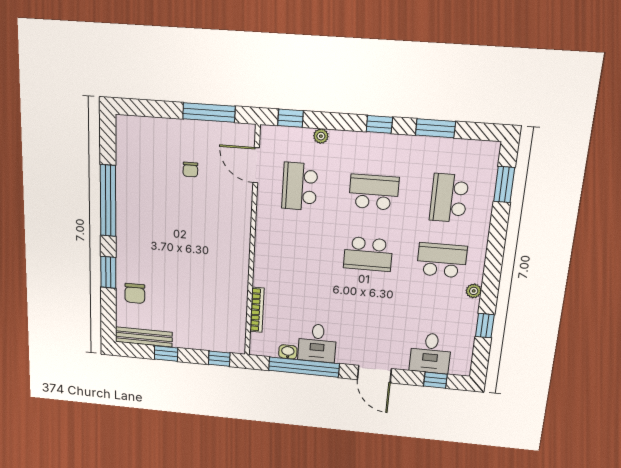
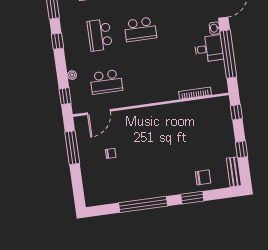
school desk: (368, 254) -> (140, 29), turned 90
bench: (144, 337) -> (234, 172), width x0.73
washbasin: (288, 352) -> (215, 28), moved

